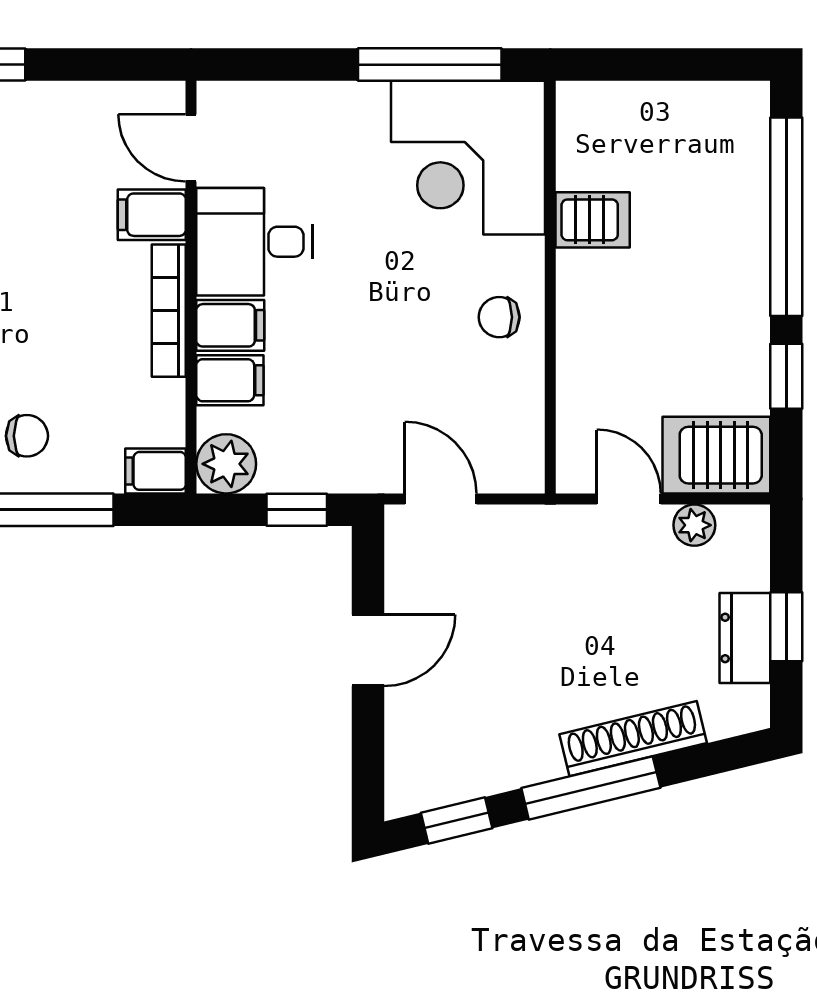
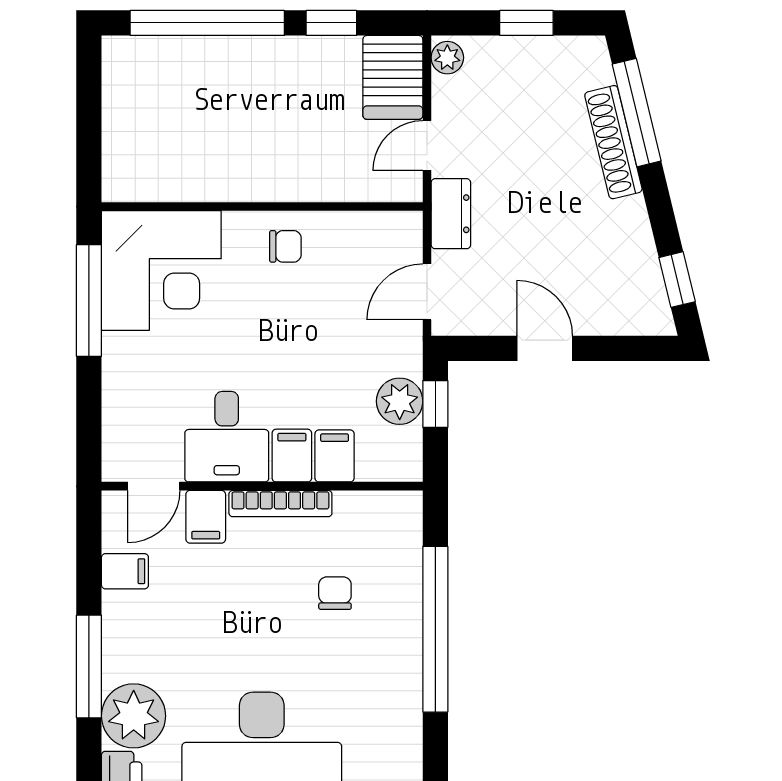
server rack: (593, 220) -> (210, 174), removed
chair: (499, 317) -> (285, 246), turned -90
chair: (27, 436) -> (335, 593), moved
plant: (226, 464) -> (400, 401), moved
filing cabinet: (155, 471) -> (125, 571), moved, turned -90
plant: (694, 525) -> (447, 58), moved
dresser: (745, 638) -> (451, 214), moved, turned -90
window: (591, 788) -> (637, 113), moved

